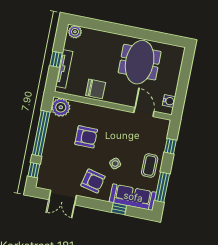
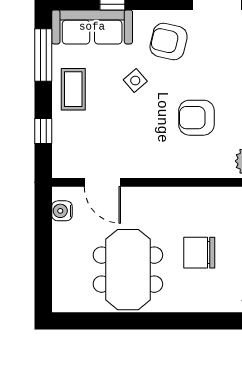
chair: (96, 89) -> (199, 253), moved

